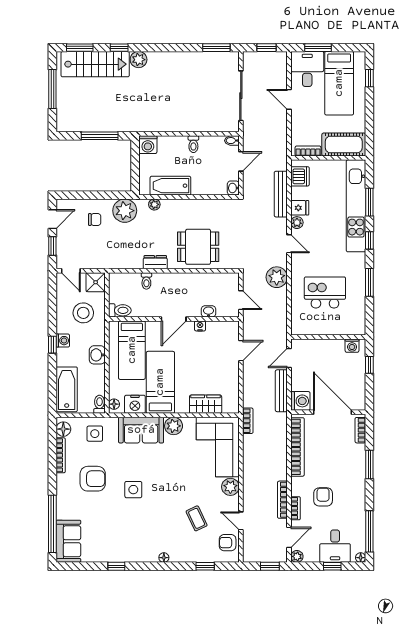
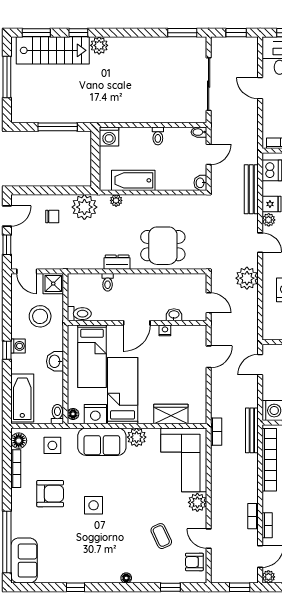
bench: (281, 391) -> (252, 430), moved
bookcase: (282, 500) -> (253, 516), width x0.64

